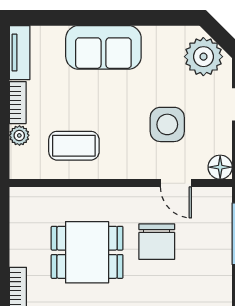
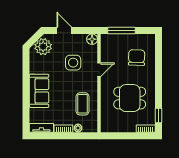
door: (176, 183) -> (99, 70), moved
chair: (157, 242) -> (137, 58), moved, turned -88
dining table: (87, 252) -> (130, 98), turned 90

